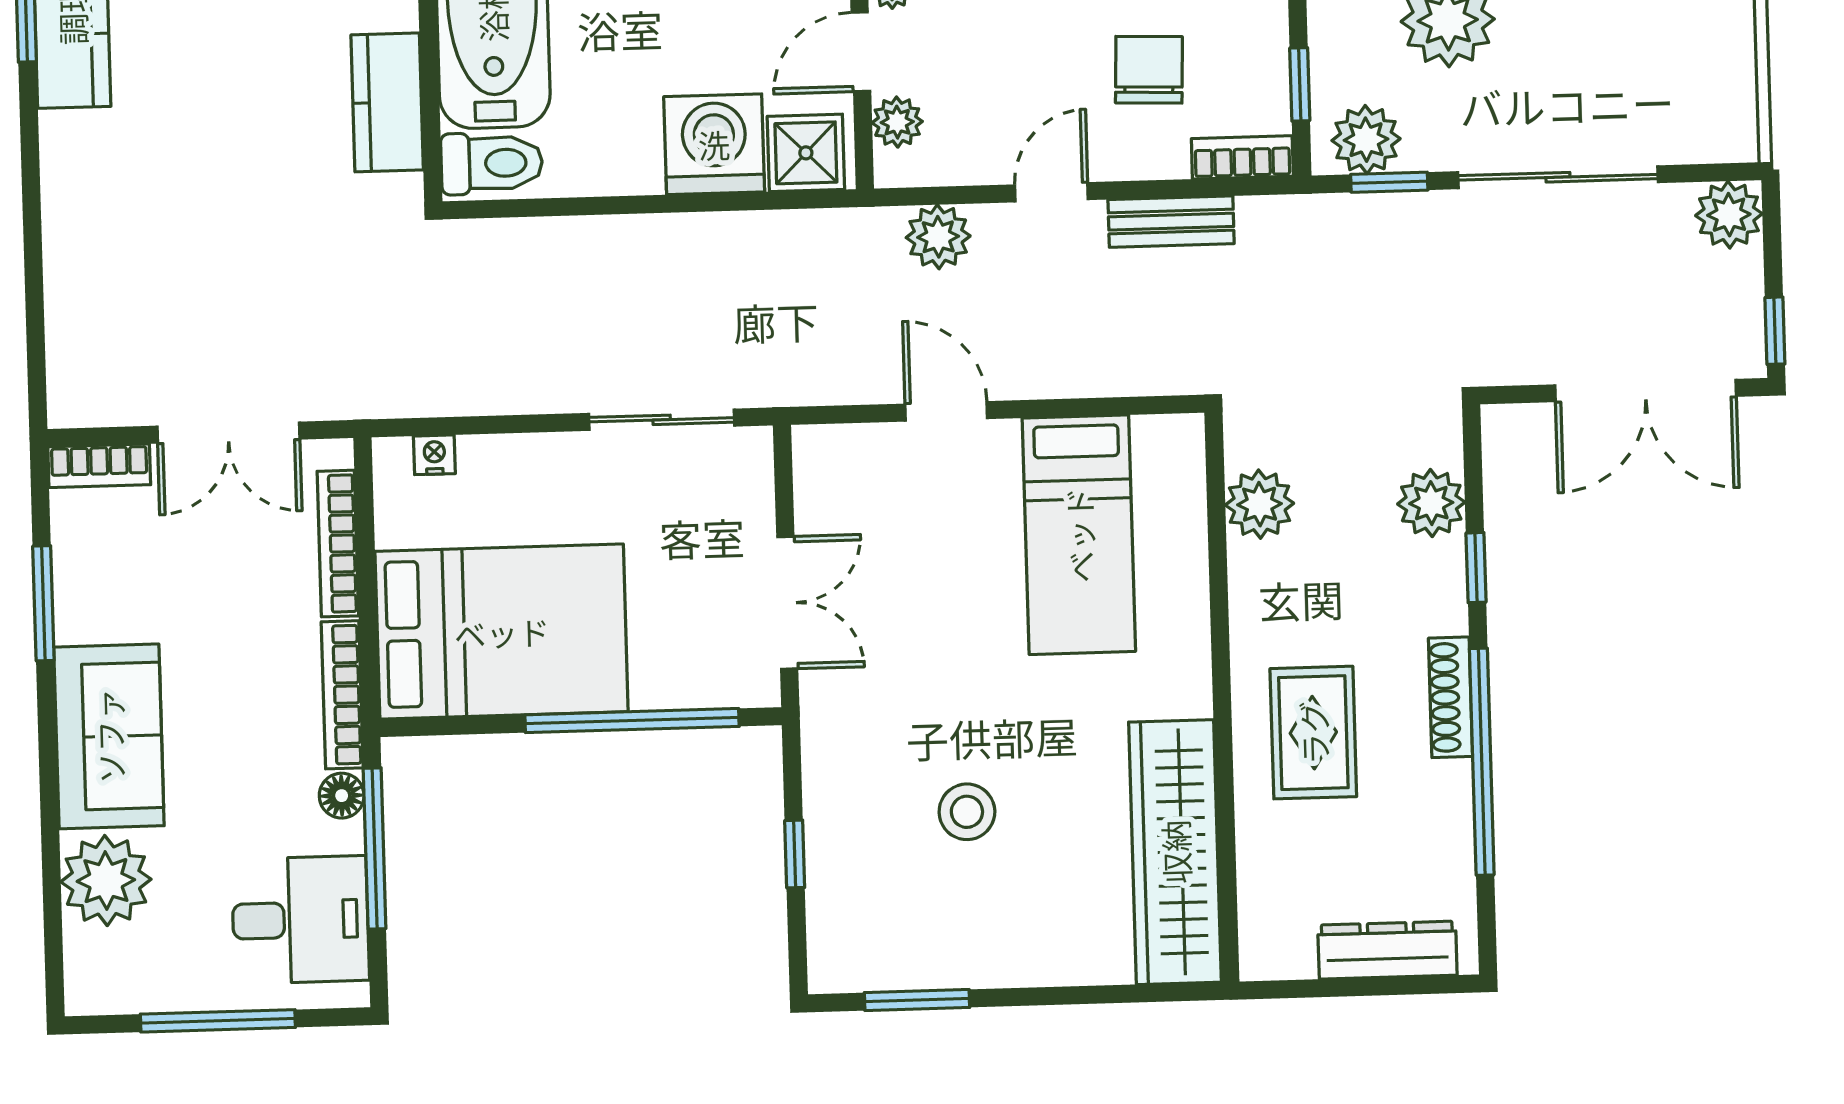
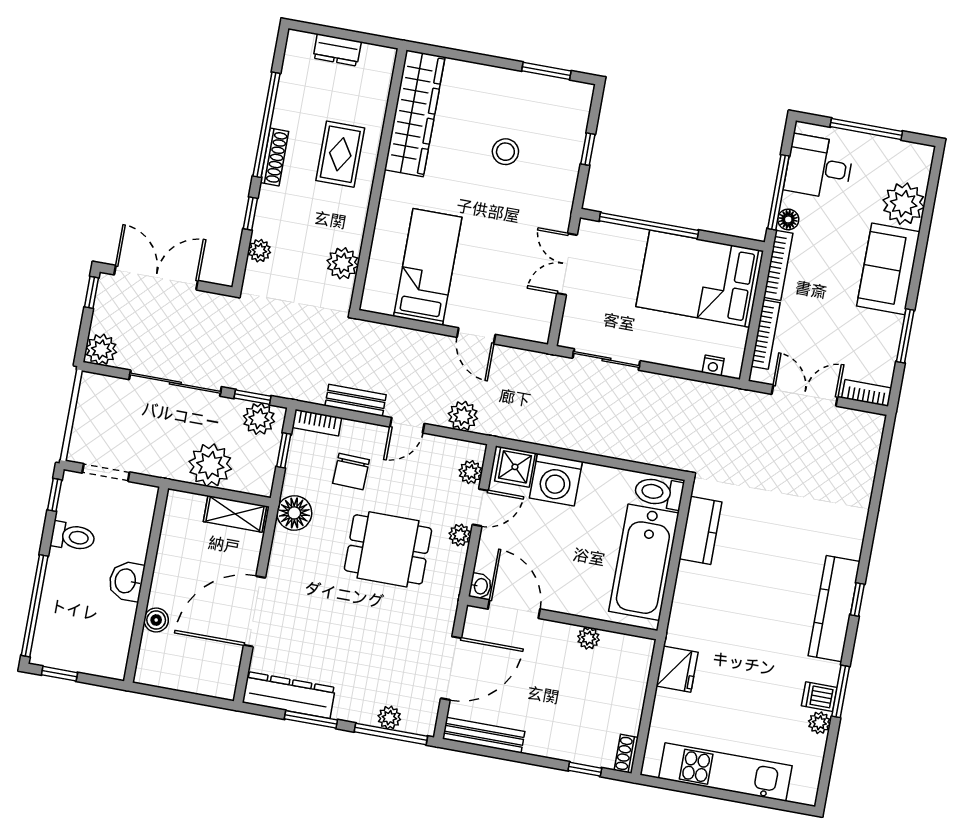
plant: (1431, 503) -> (259, 251), width x0.73, depth x0.73
dresser: (1387, 950) -> (337, 50), width x0.70

